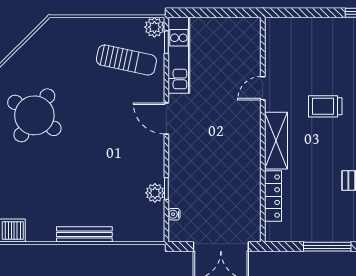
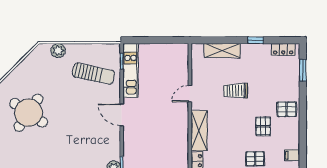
plant: (154, 27) -> (58, 50), moved
shelving: (309, 27) -> (222, 51), added
trolley: (325, 106) -> (236, 91), moved

